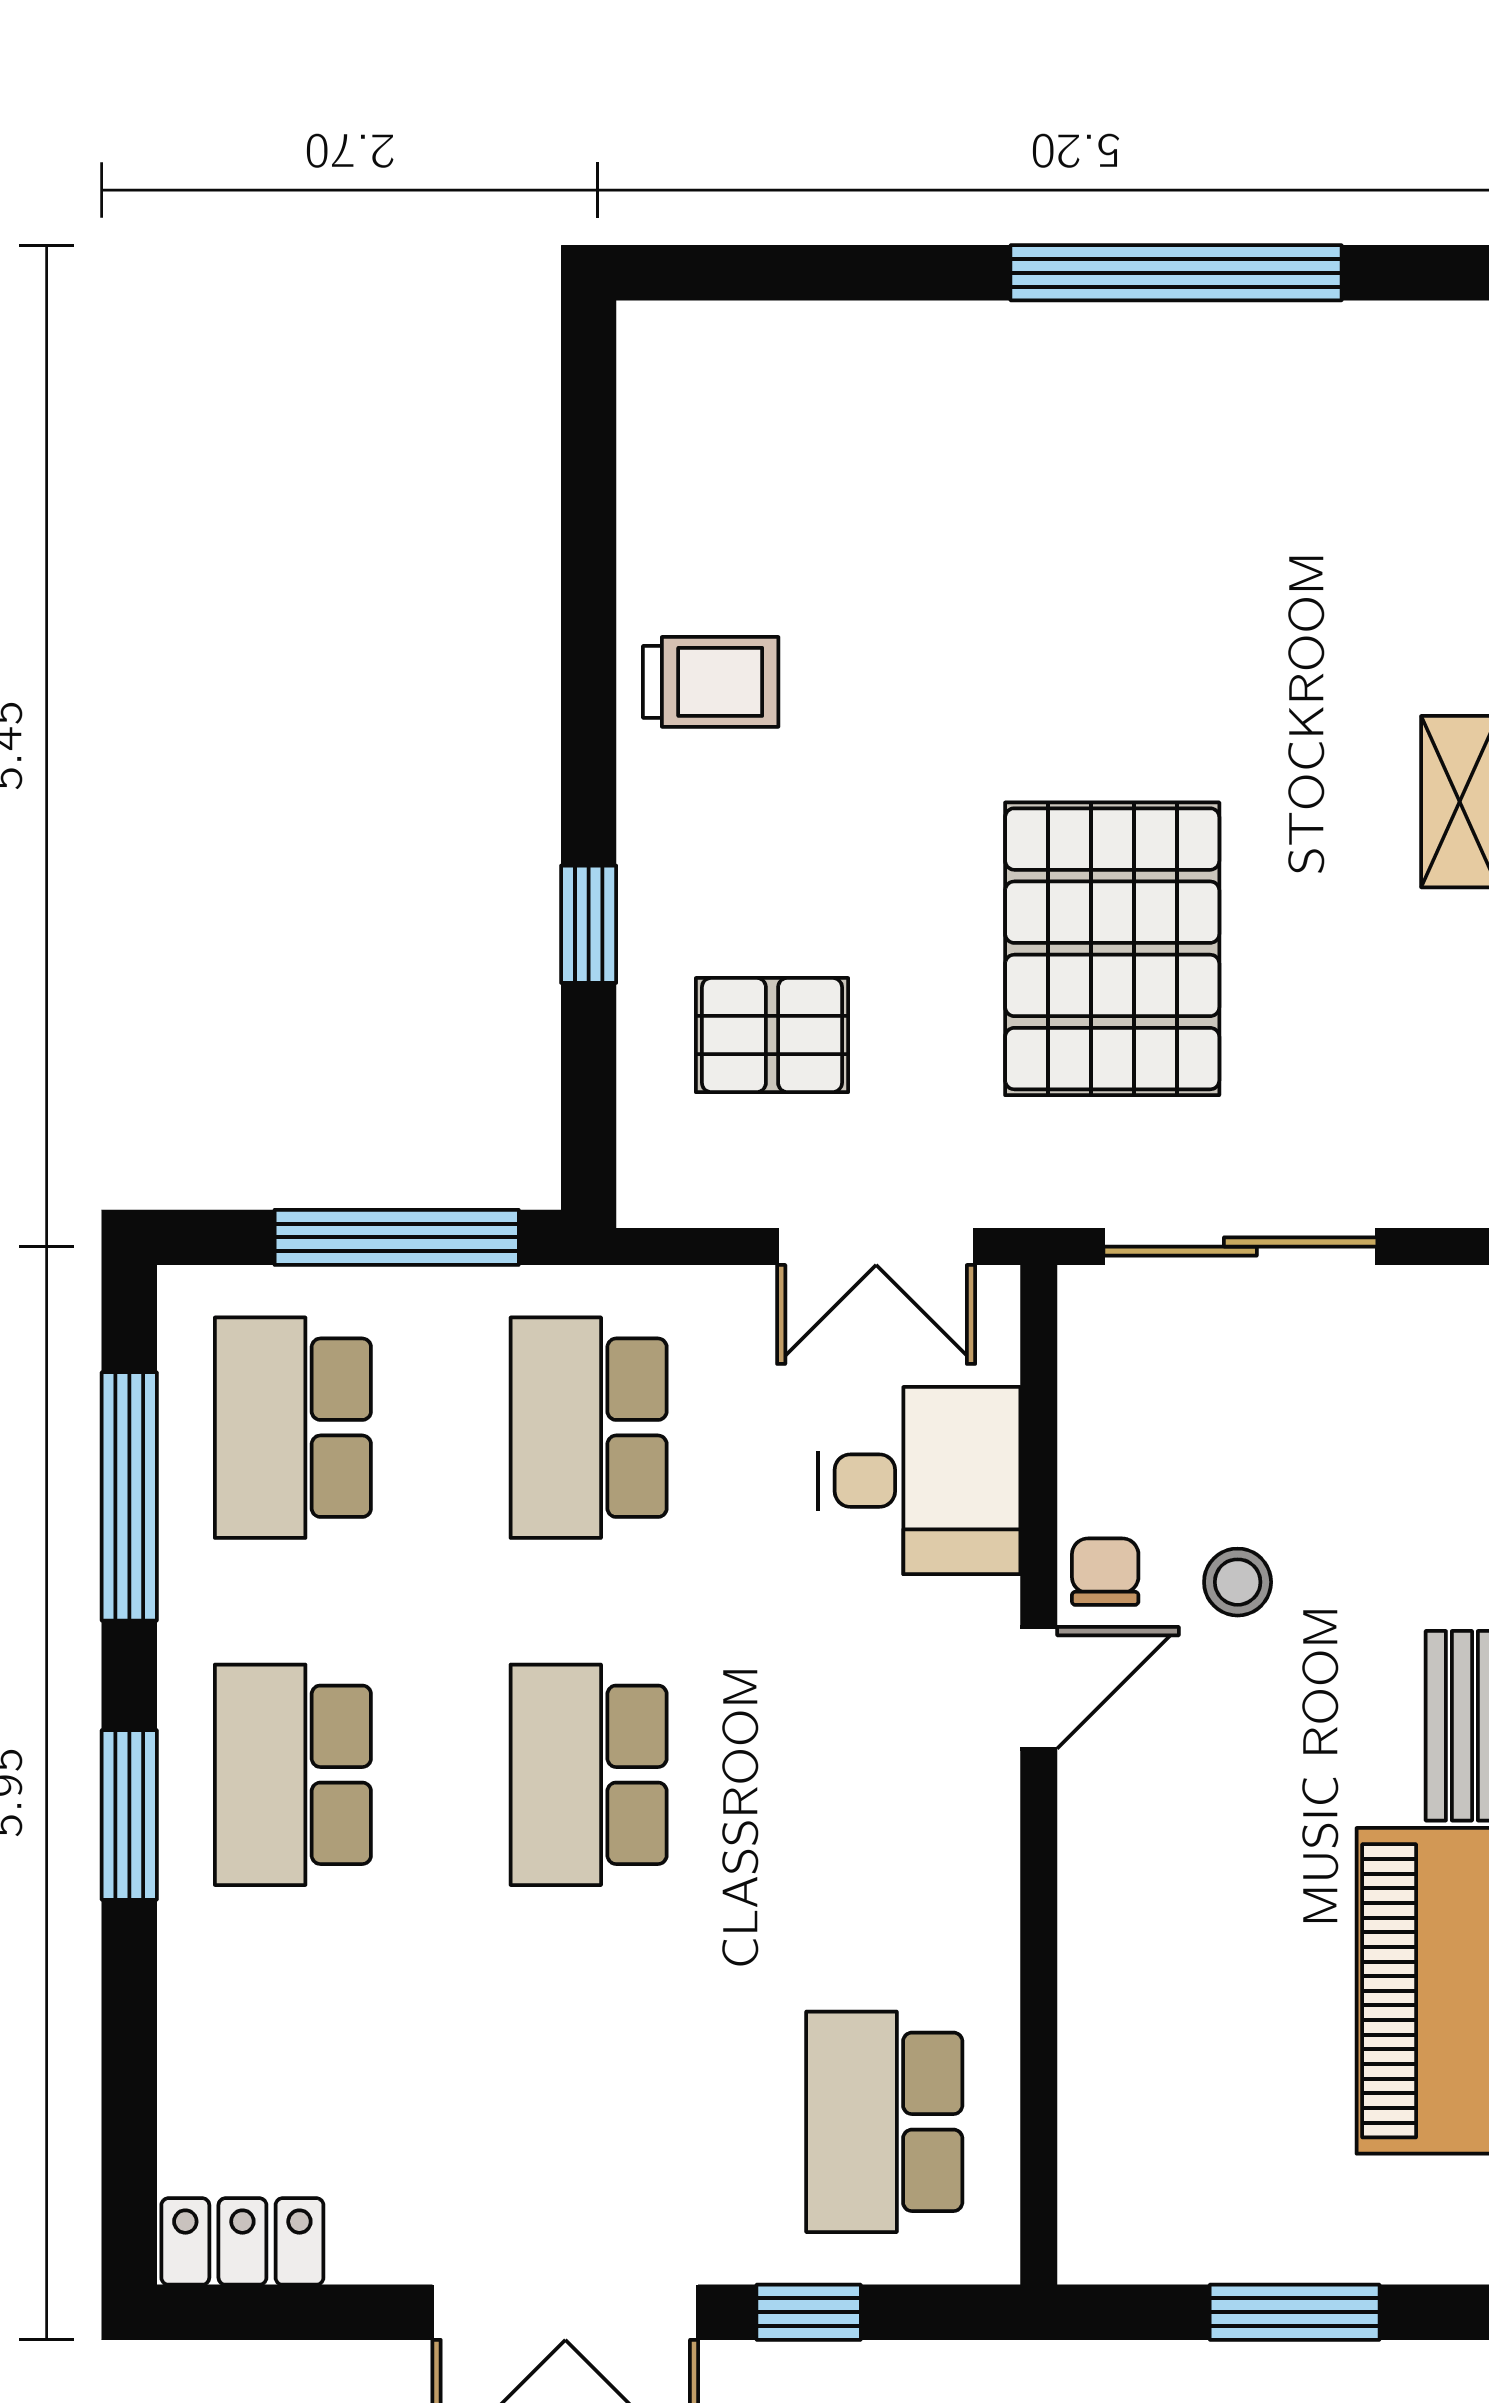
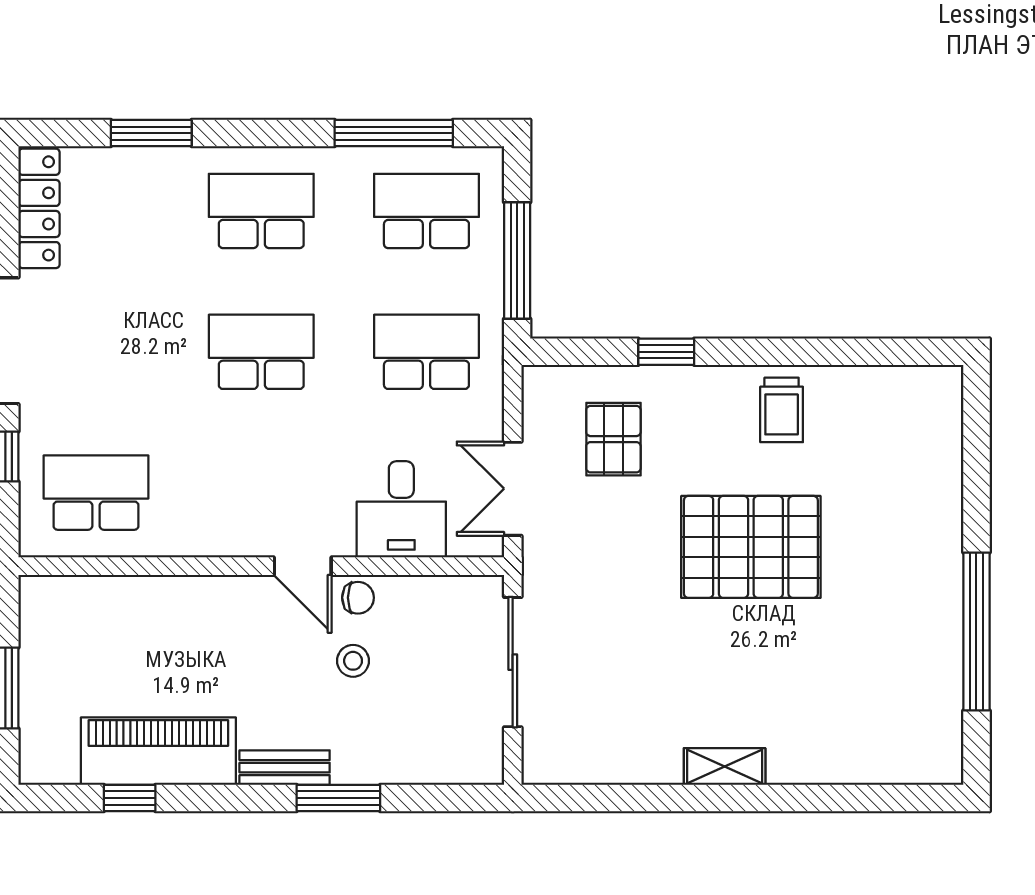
pallet: (1112, 949) -> (751, 547), moved
window: (129, 1815) -> (151, 133), moved
locker: (242, 2241) -> (39, 208), width x1.53

